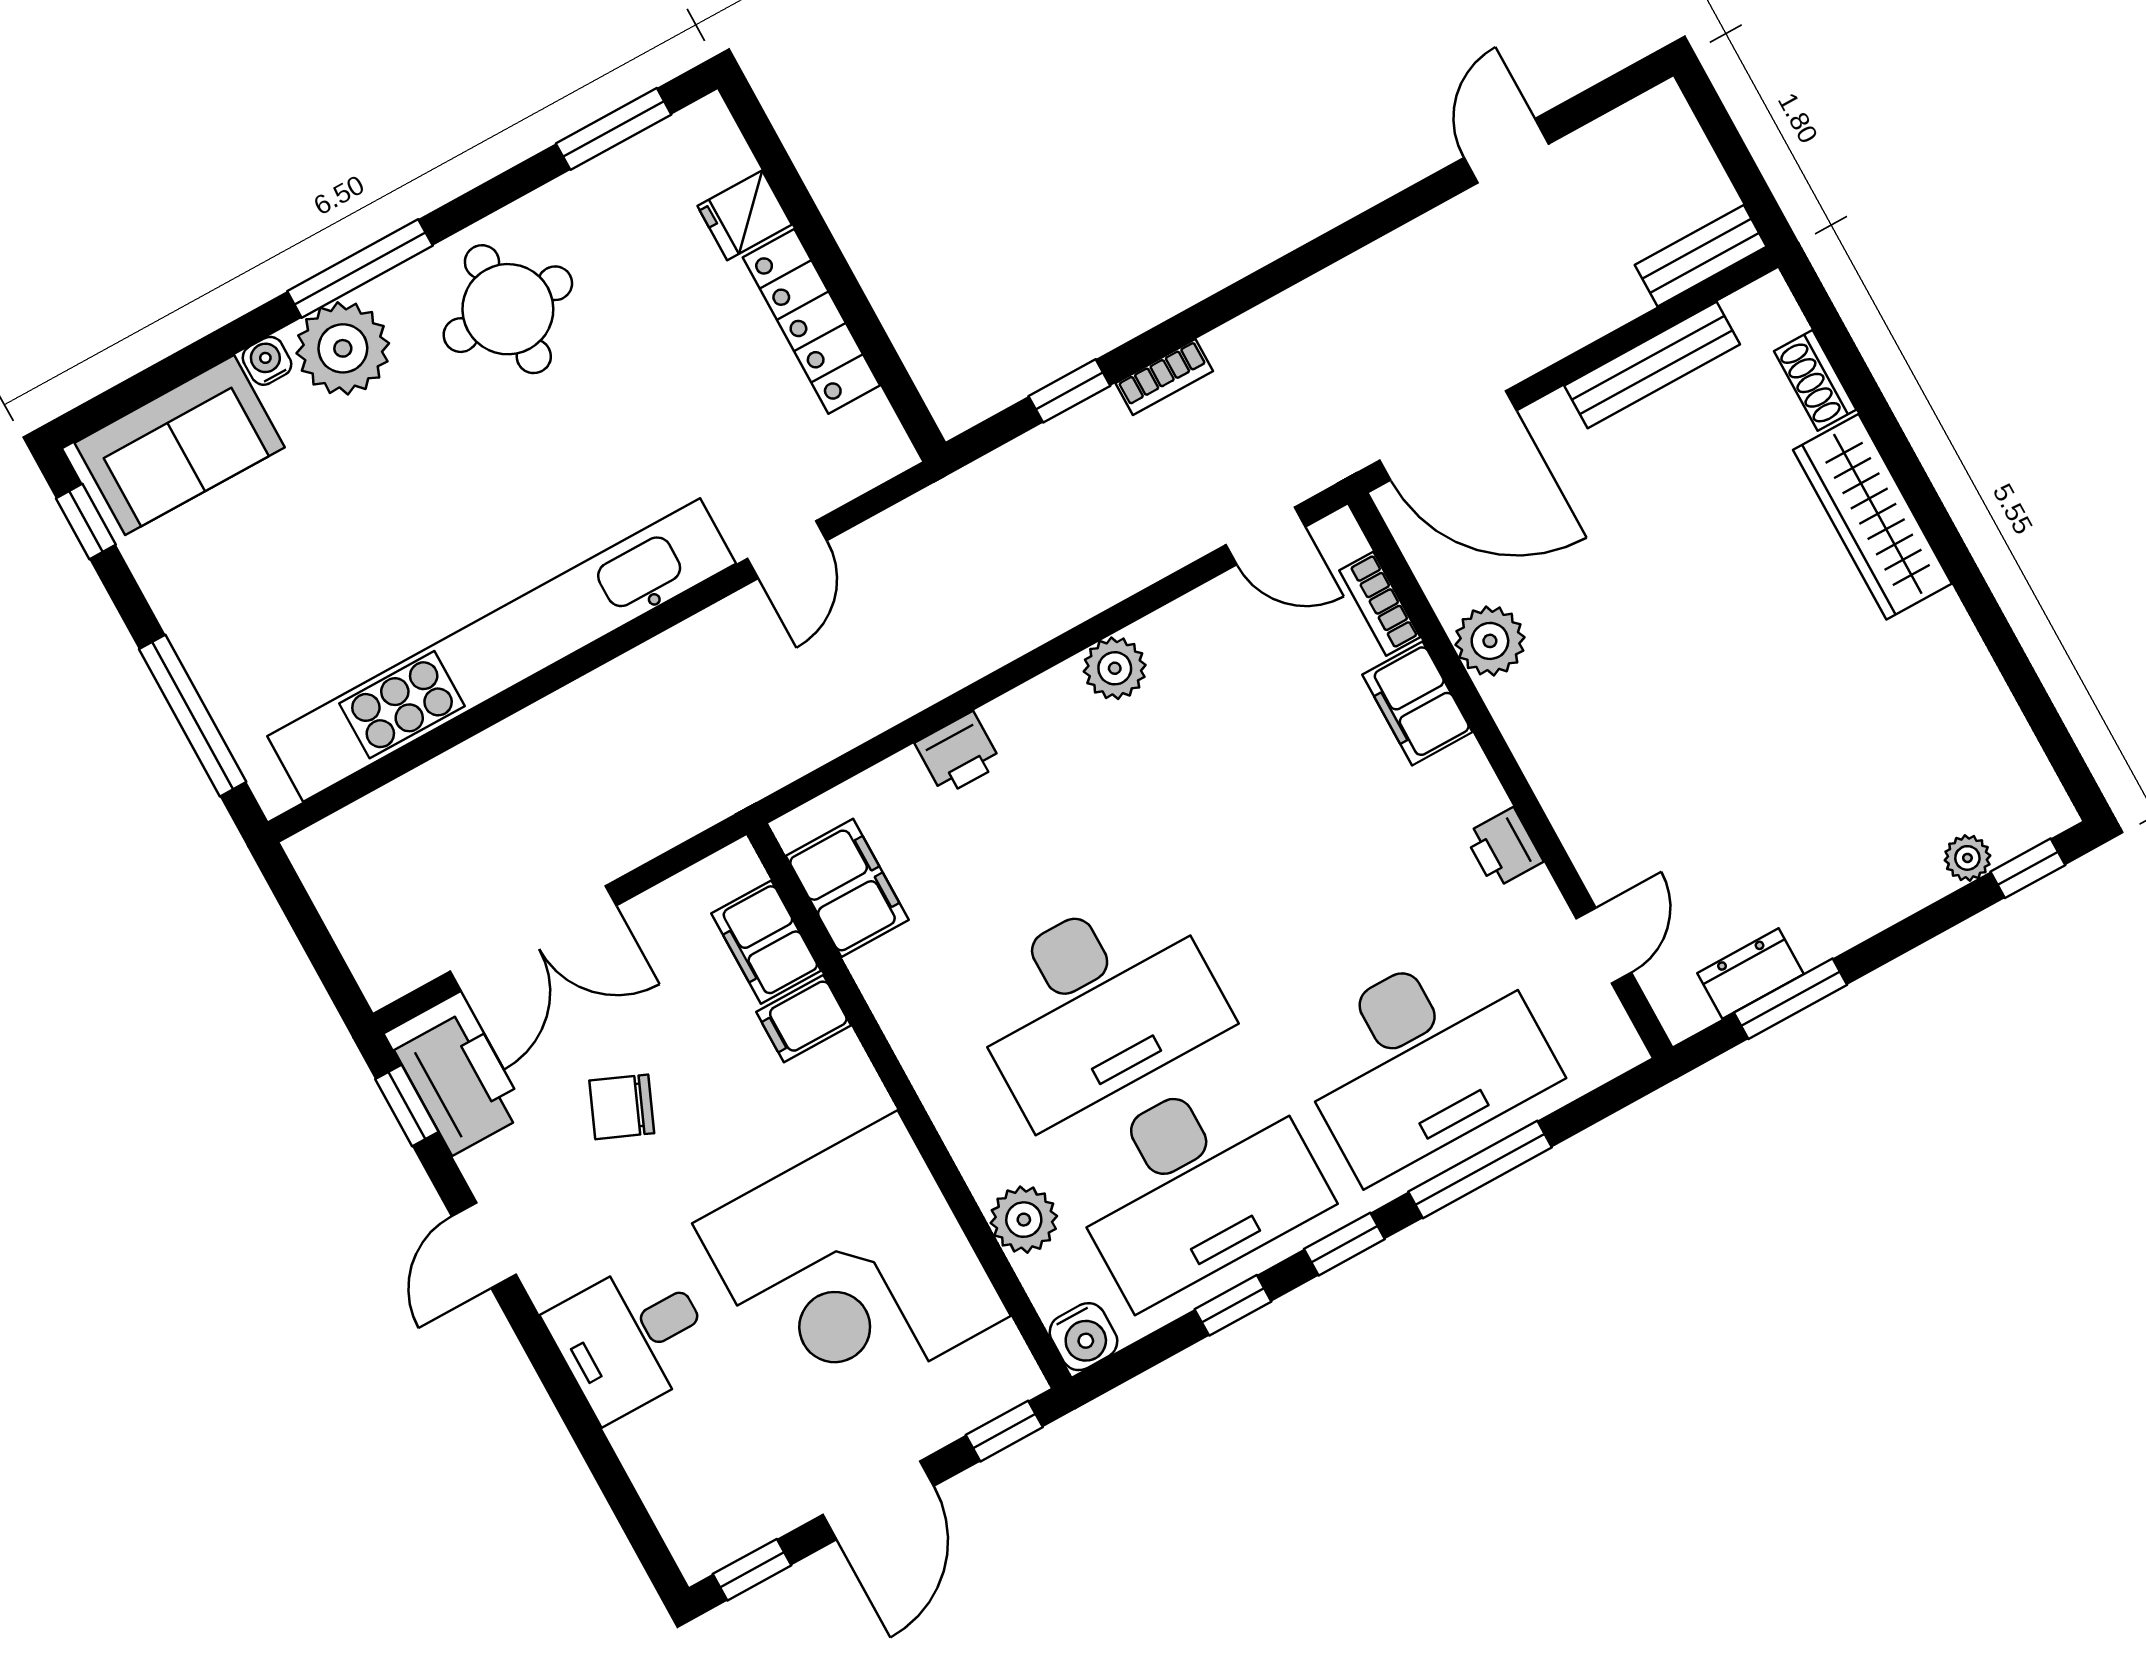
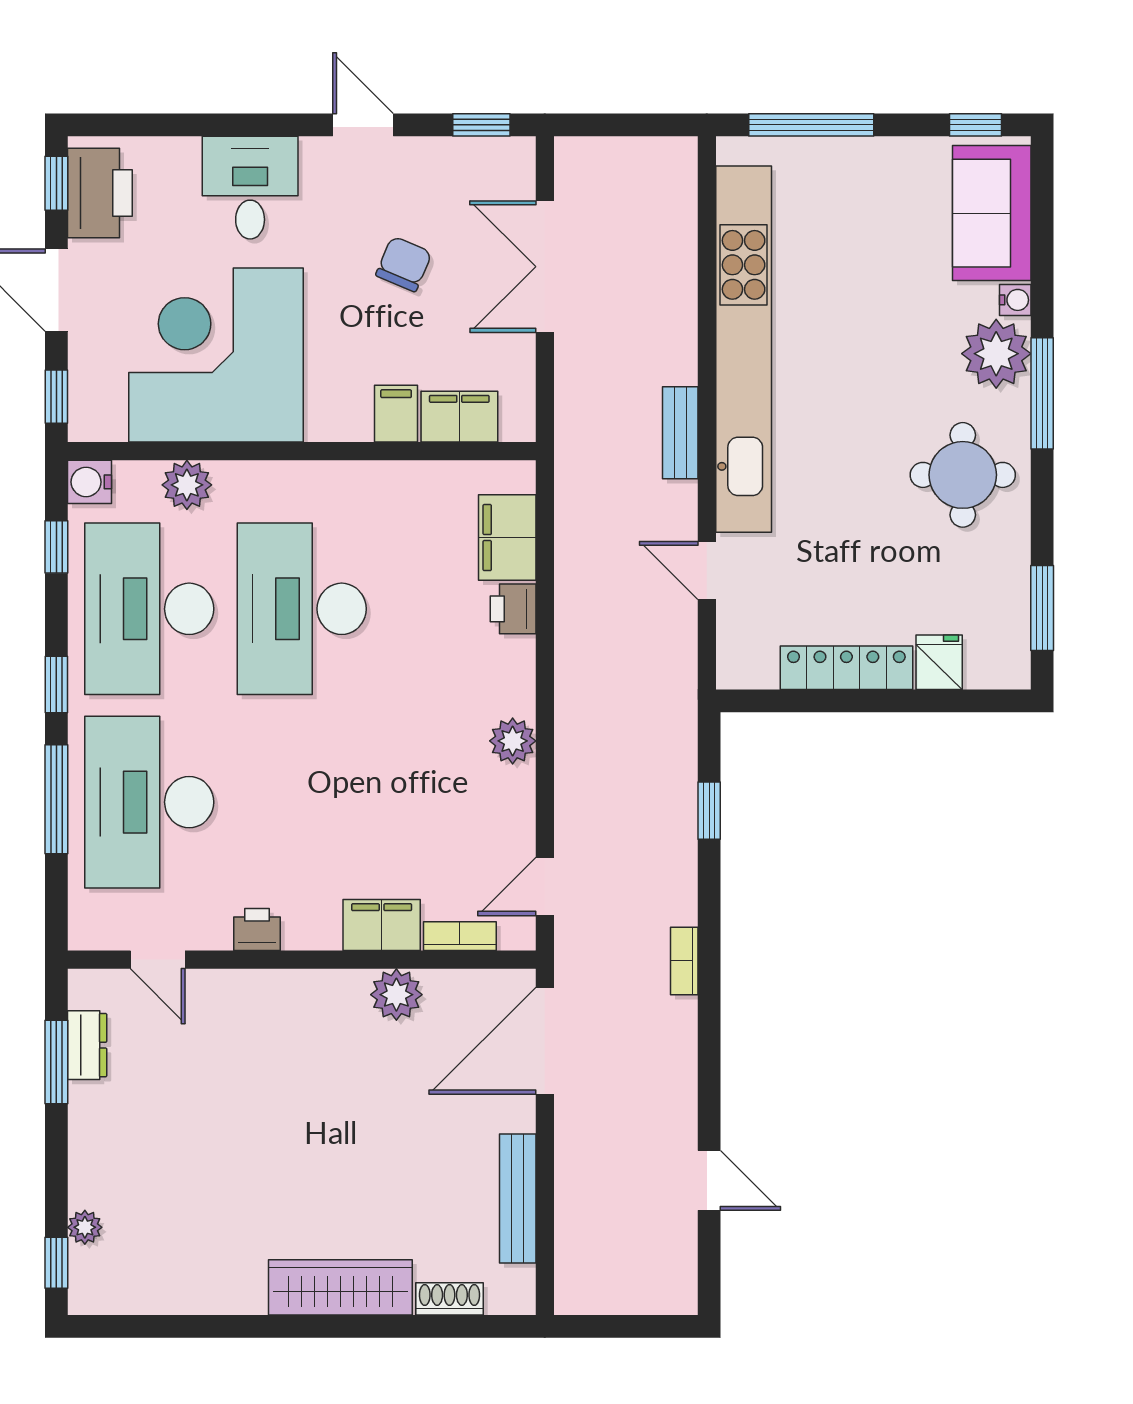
bench: (1701, 256) -> (680, 433), moved
bookcase: (1164, 377) -> (684, 961), moved
filing cabinet: (847, 888) -> (507, 538), moved, turned 90
printer: (461, 1082) -> (100, 193), moved, turned -90
window: (1233, 1305) -> (56, 547), moved

